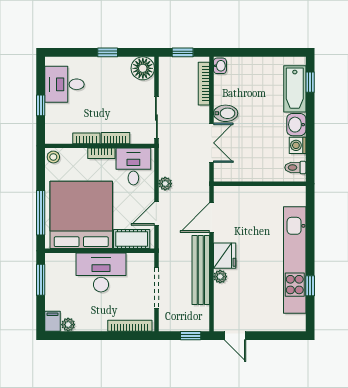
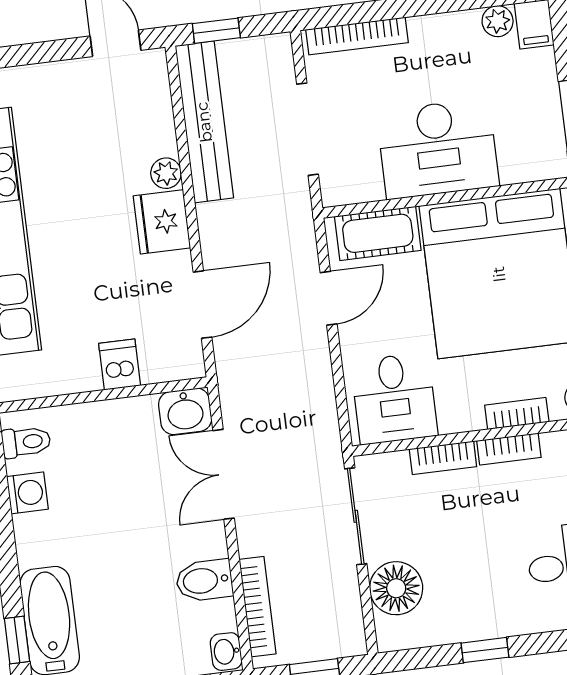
floor lamp: (143, 68) -> (396, 588), moved
bidet: (226, 113) -> (204, 580), moved
washbasin: (296, 125) -> (185, 411), moved, turned 90
bookcase: (101, 153) -> (517, 414), moved
plant: (165, 184) -> (317, 369), removed
dishwasher: (251, 196) -> (120, 364), added
bench: (201, 270) -> (204, 122), moved

